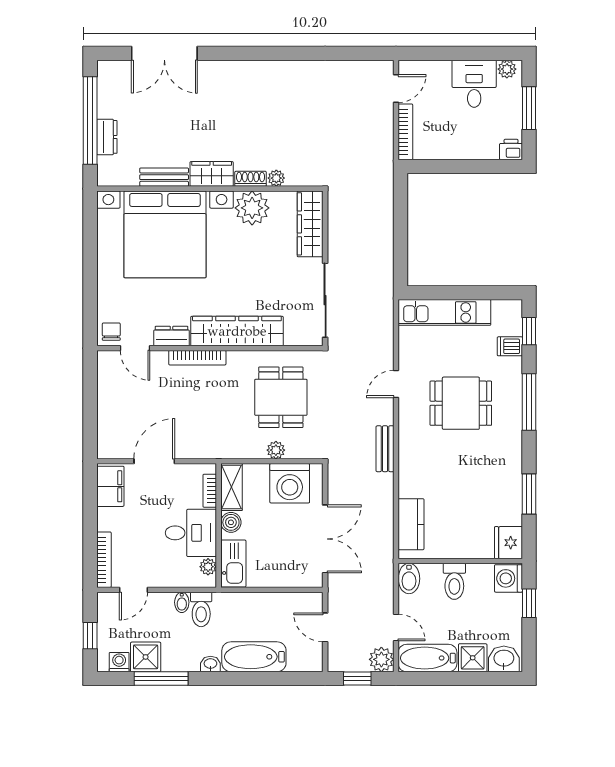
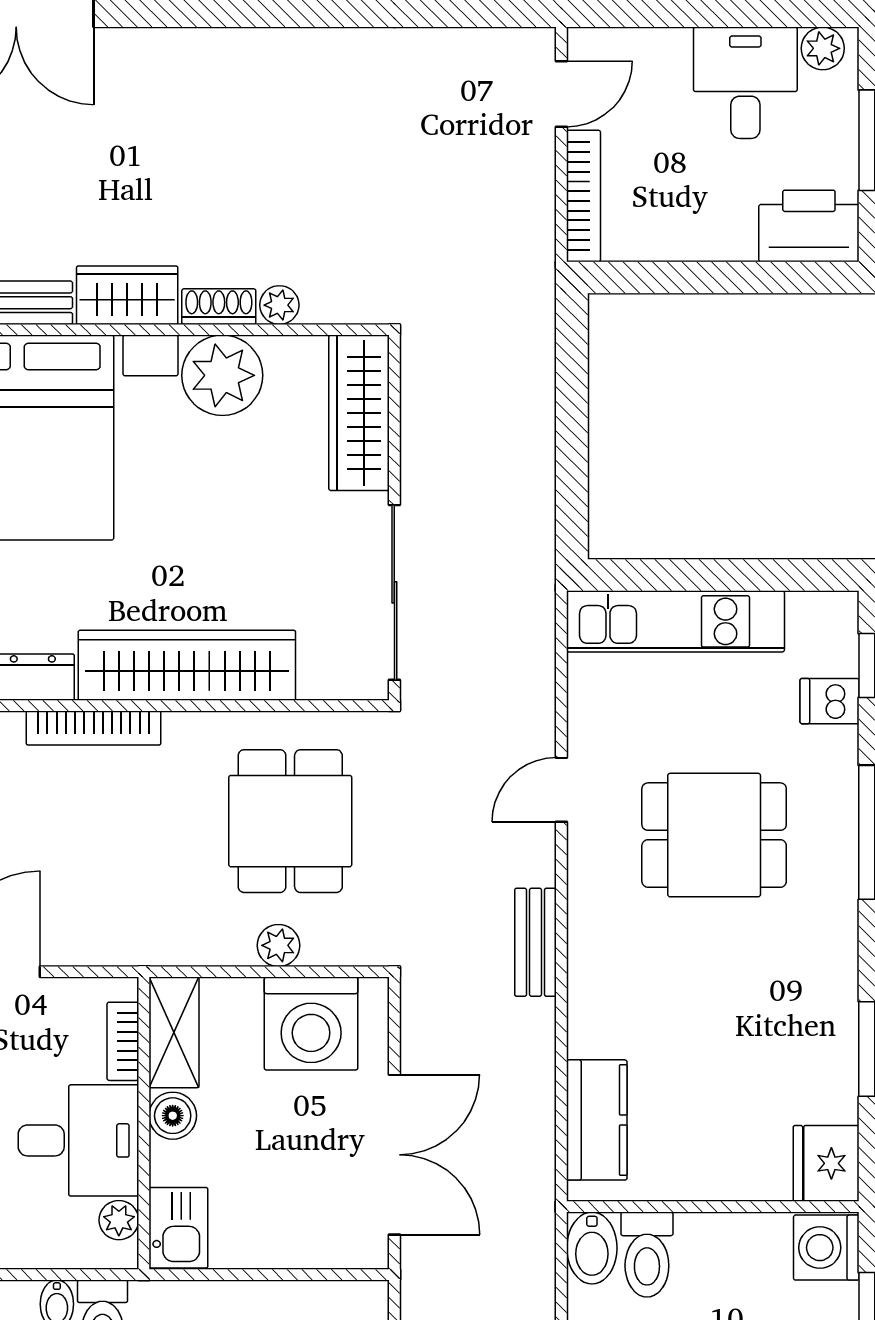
printer: (511, 149) -> (809, 226), width x1.87, depth x1.48
kitchen sink: (233, 564) -> (178, 1228), width x0.73
toilet: (454, 581) -> (647, 1255), moved

